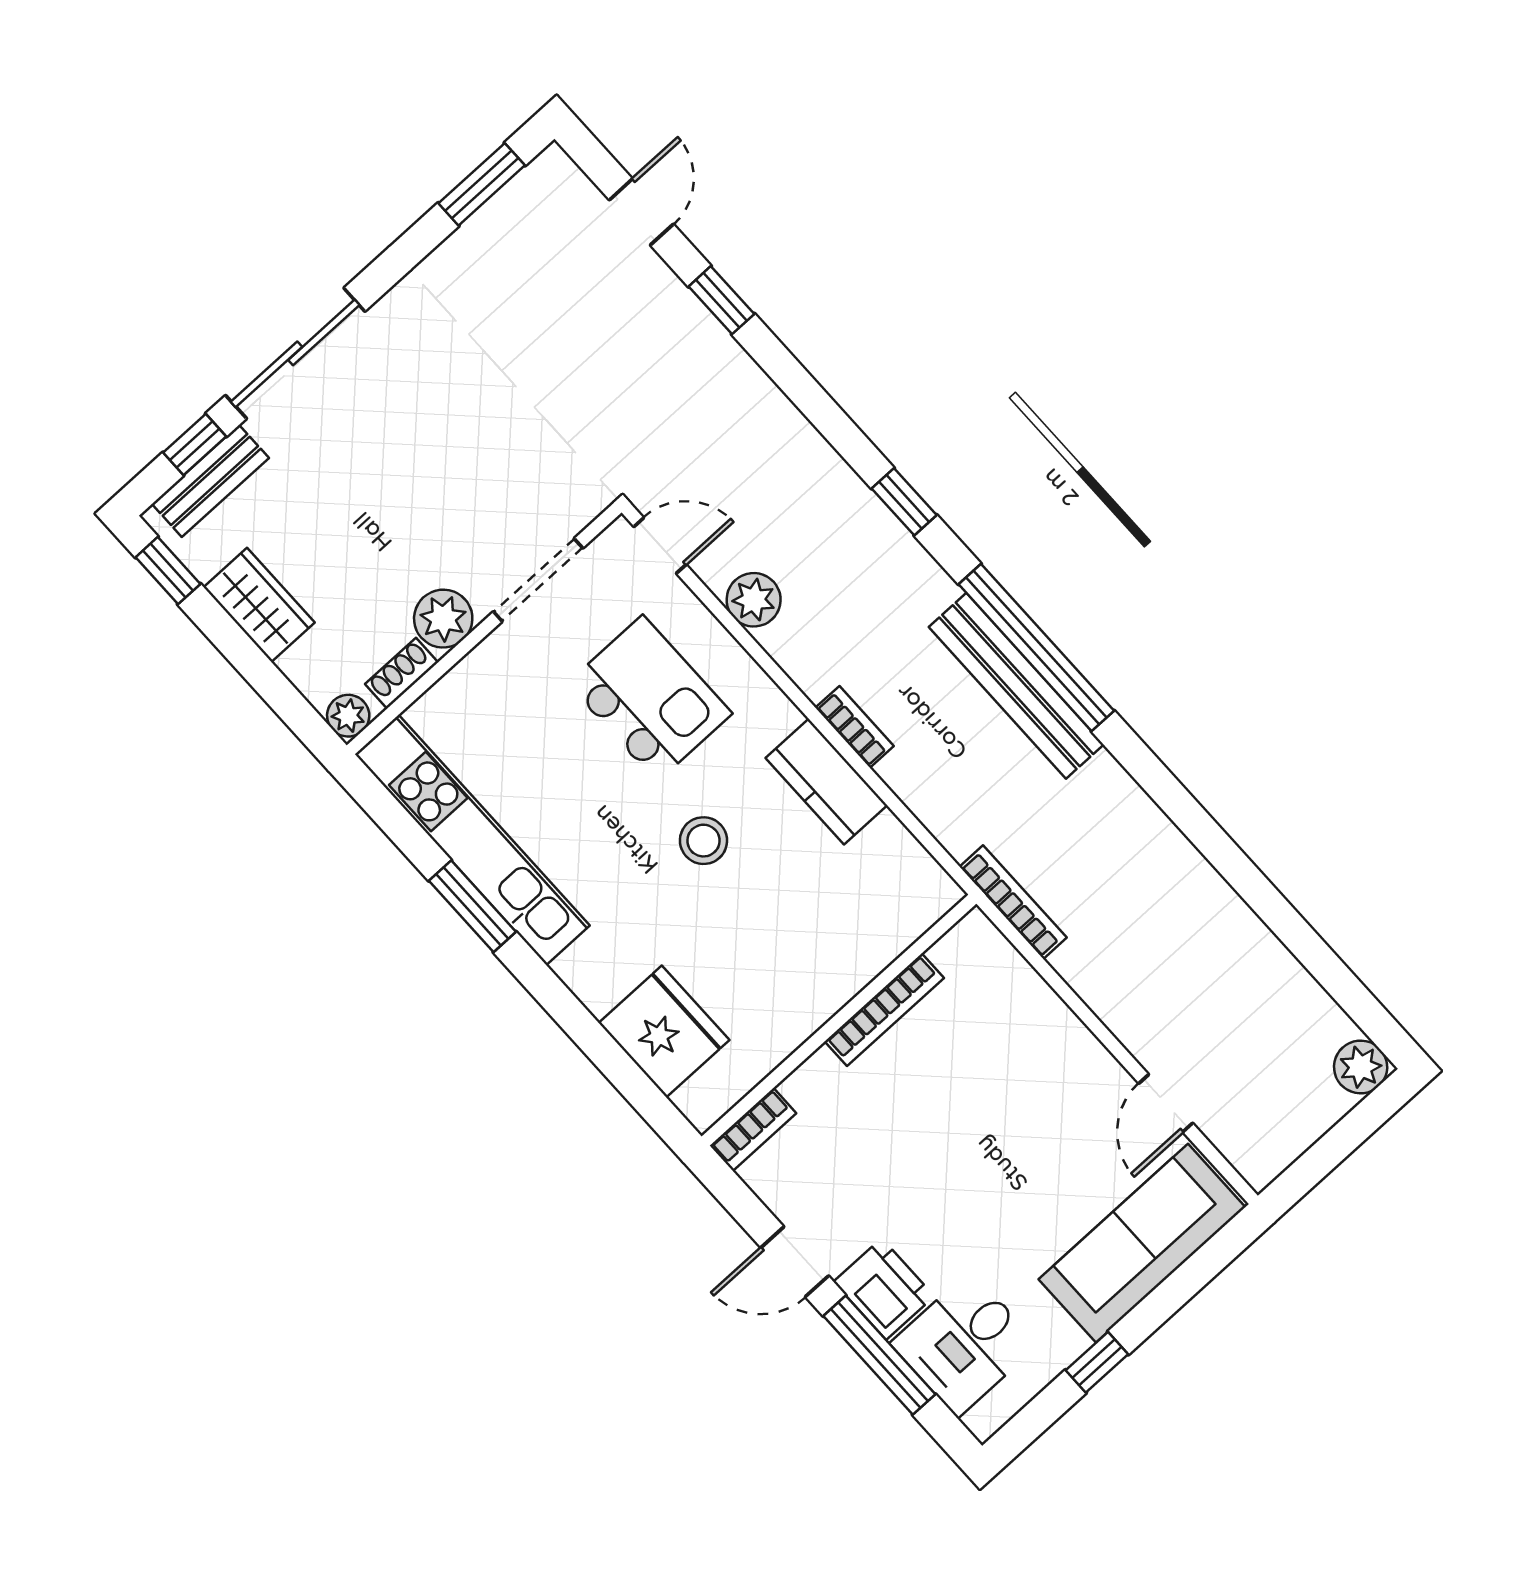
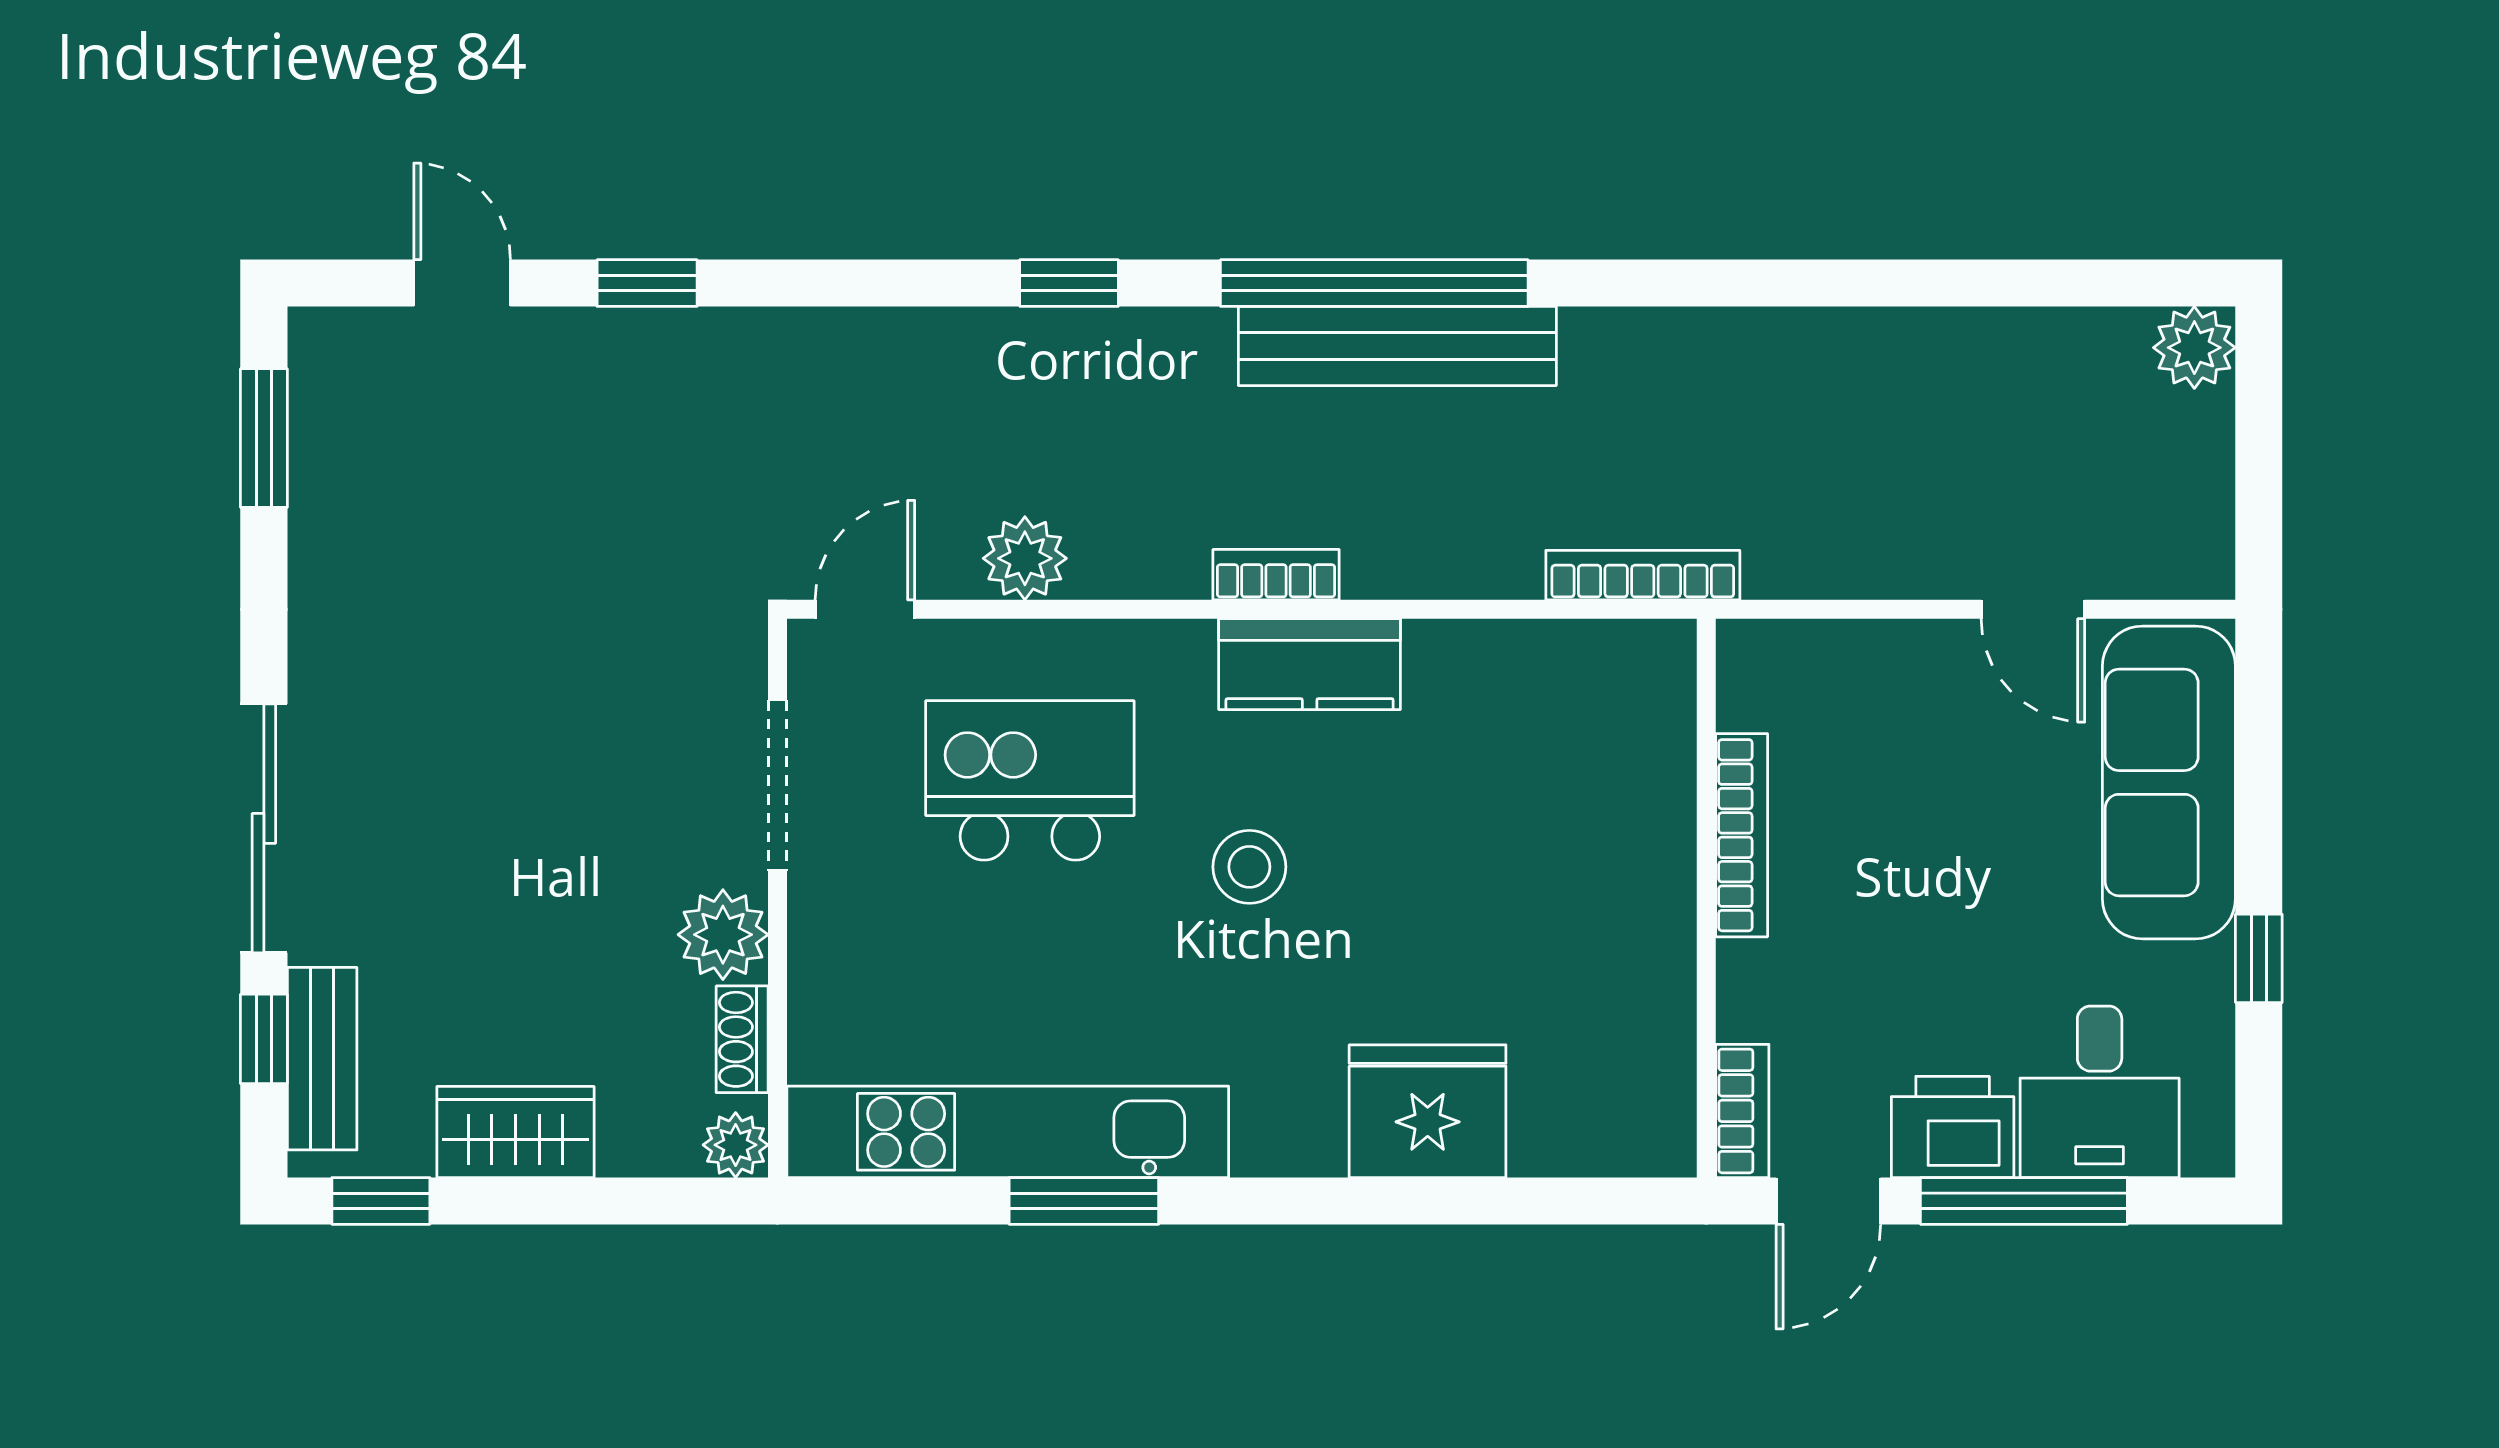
bookcase: (884, 1010) -> (1742, 835), moved
wall: (839, 1020) -> (1706, 898), moved
bookcase: (753, 1129) -> (1742, 1111), moved

